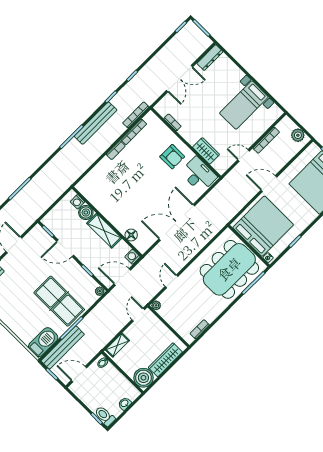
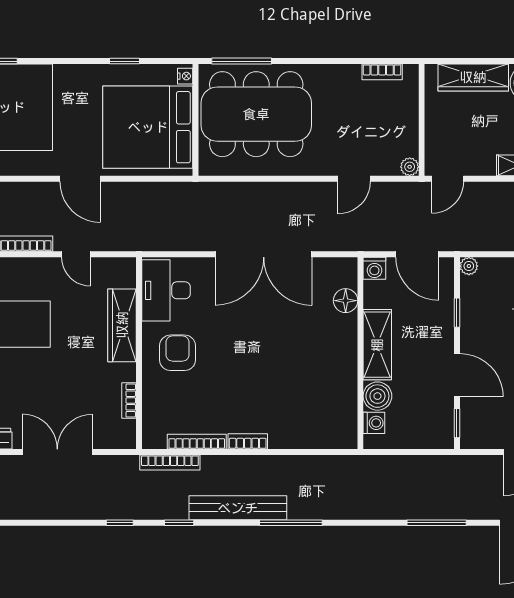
wardrobe: (206, 151) -> (122, 325), width x1.50

